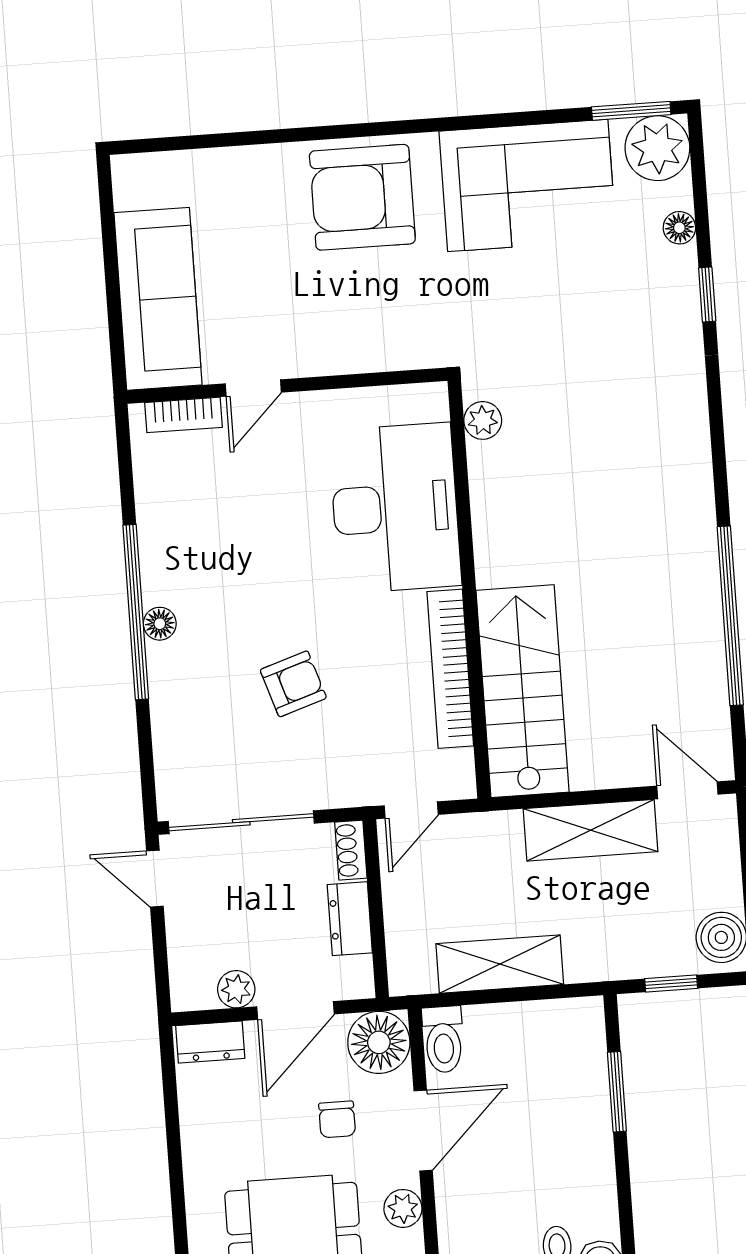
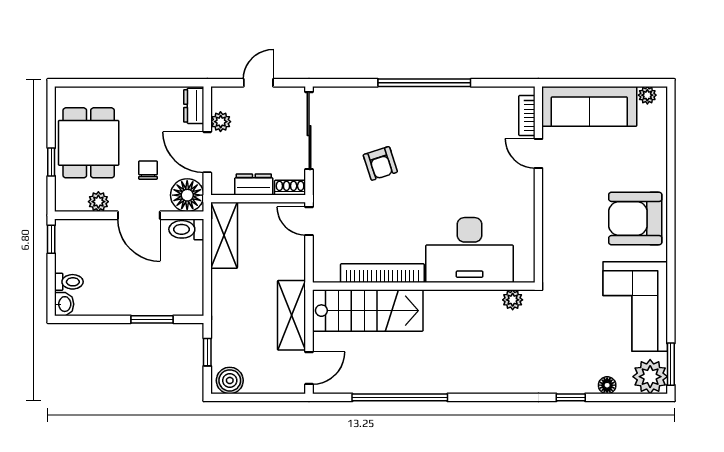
plant: (129, 191) -> (647, 95), added
armchair: (362, 197) -> (635, 218), turned -90
plant: (483, 420) -> (513, 300), moved
desk: (395, 508) -> (470, 250), moved
wall: (469, 589) -> (424, 286), moved
floor lamp: (160, 624) -> (417, 95), removed
bookcase: (450, 669) -> (382, 273), moved
stairs: (522, 691) -> (368, 311), moved
door: (155, 879) -> (258, 83), moved
shelving: (500, 964) -> (224, 235), moved
chair: (337, 1119) -> (148, 170), turned 90

